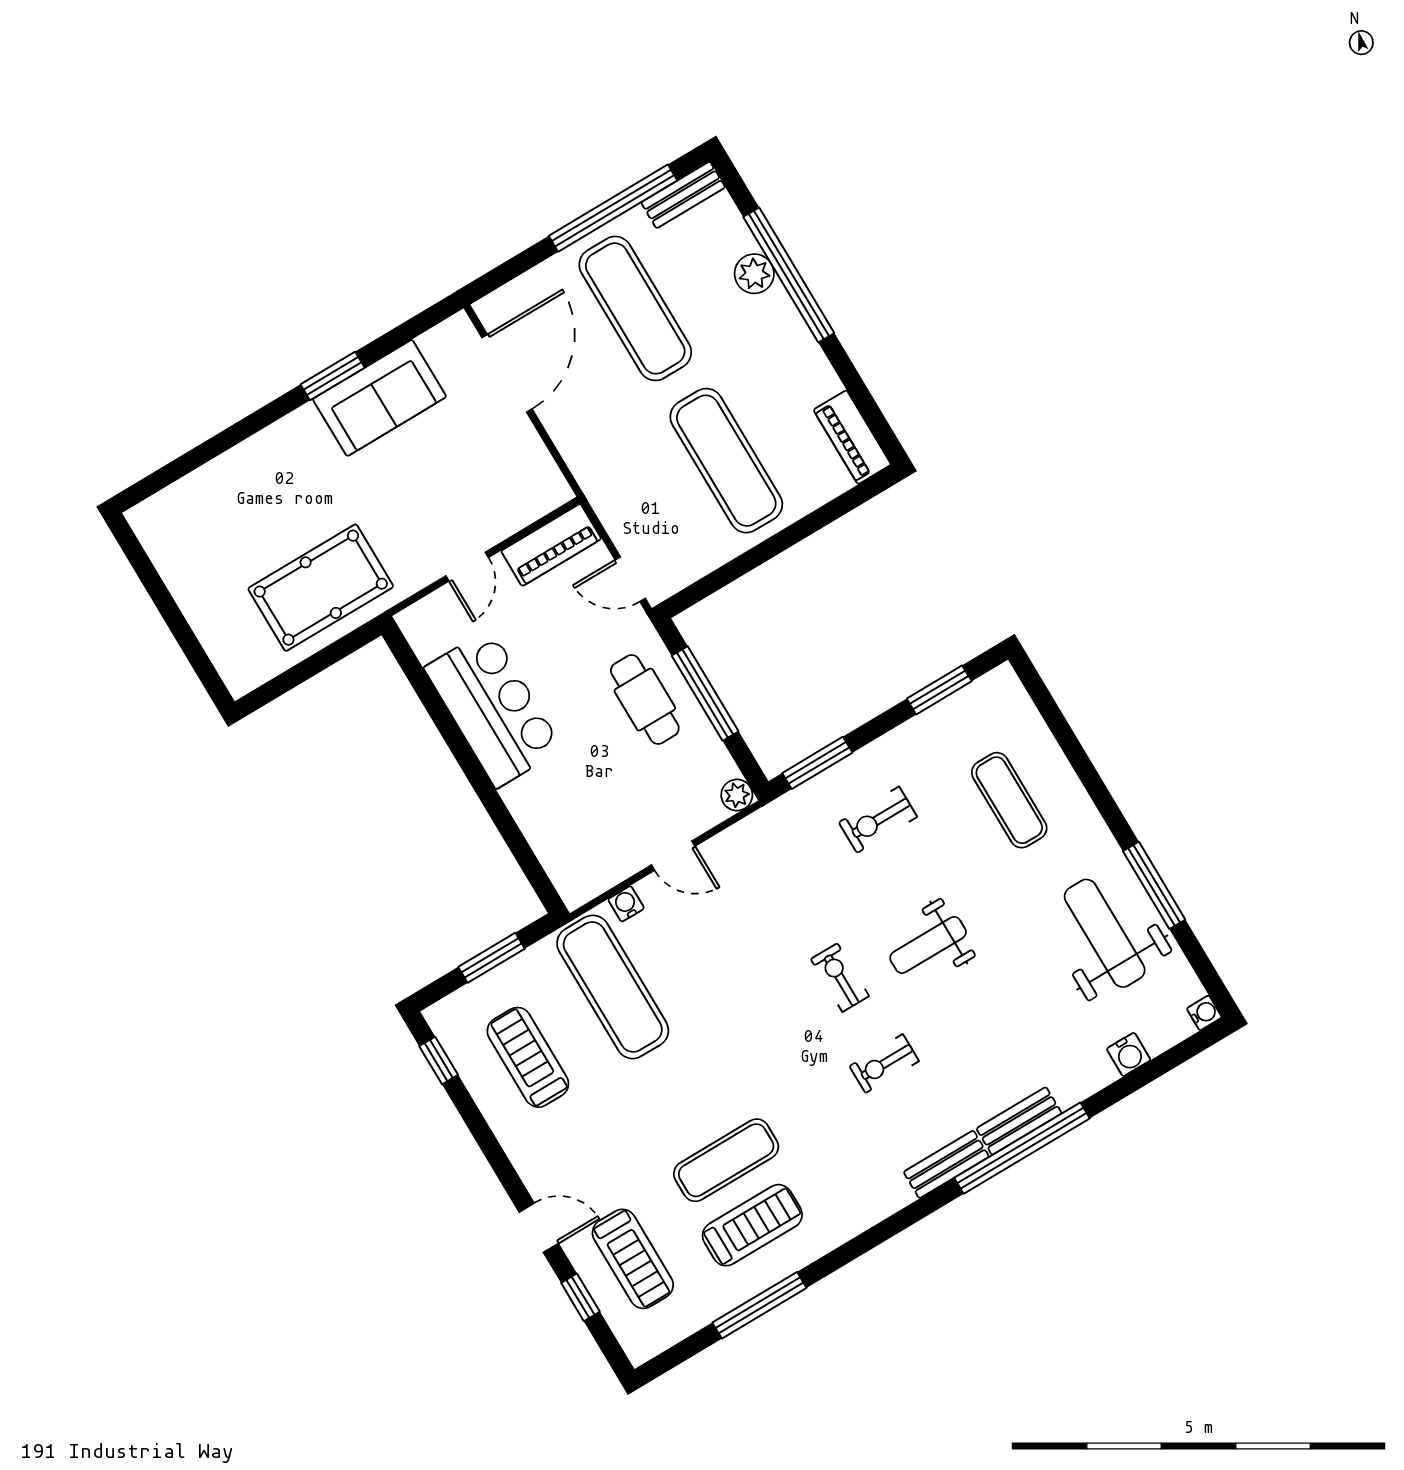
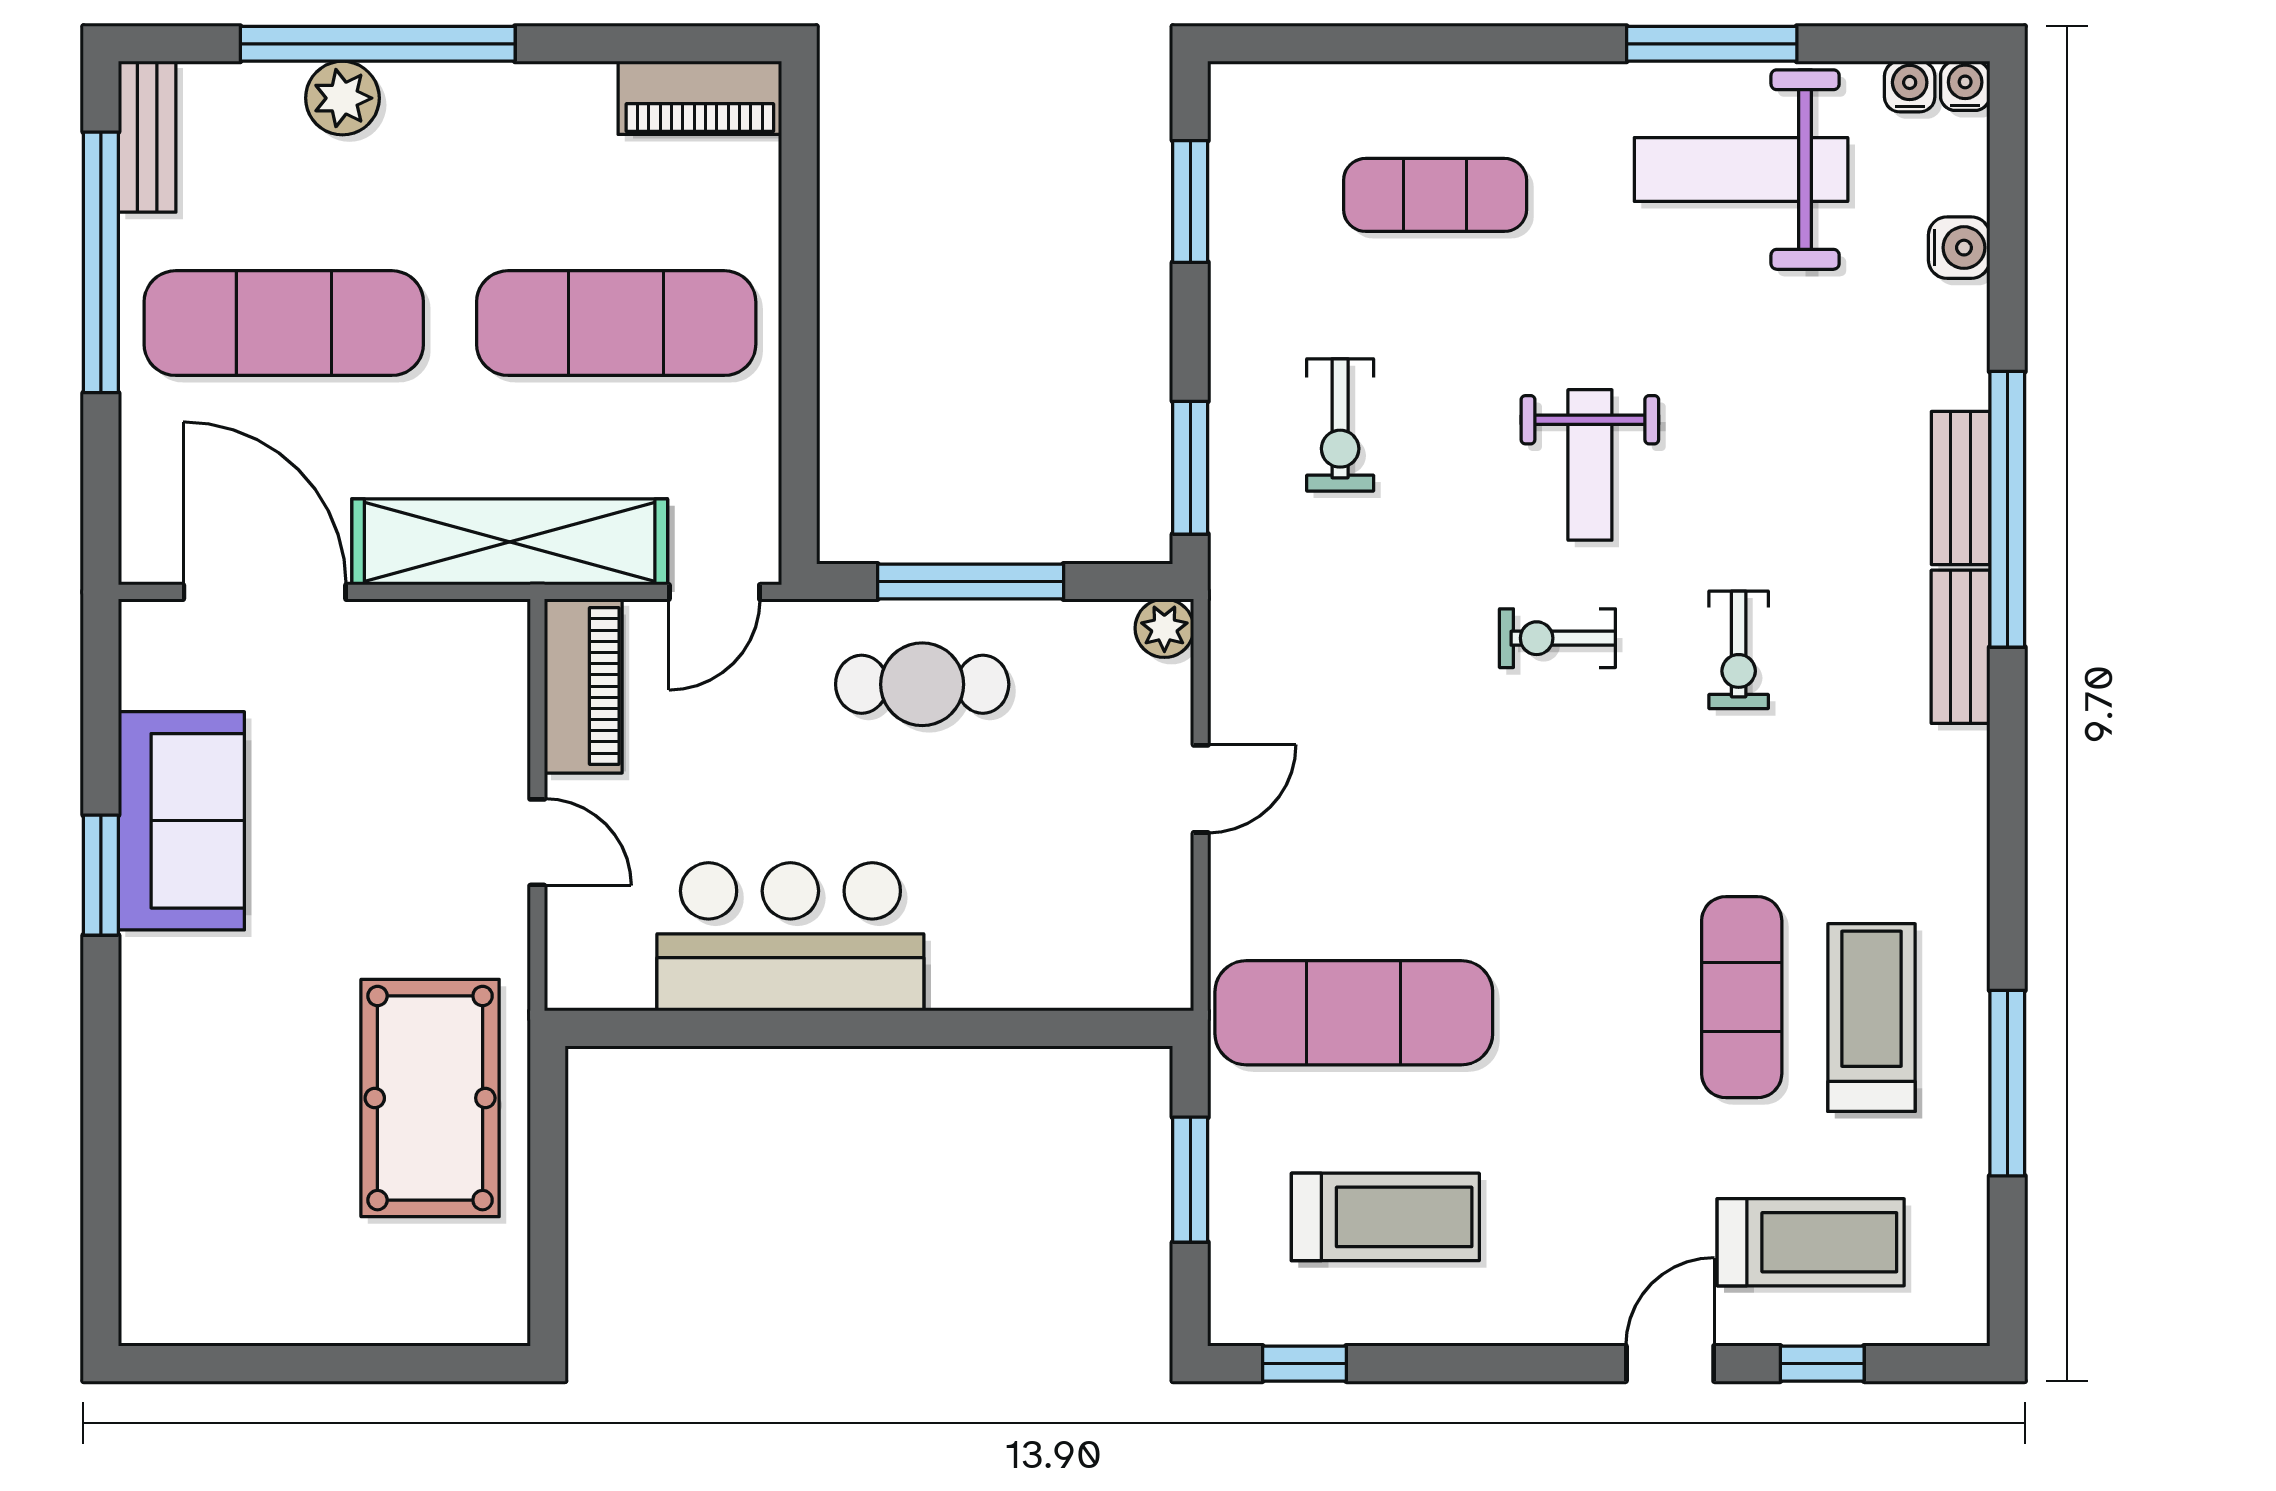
shelving: (597, 472) -> (510, 542), added
water cooler: (626, 904) -> (1910, 86), moved, turned 90
treadmill: (528, 1057) -> (1385, 1217), turned 180

